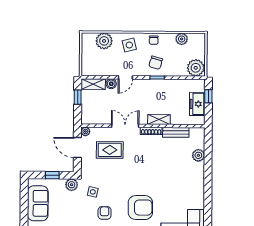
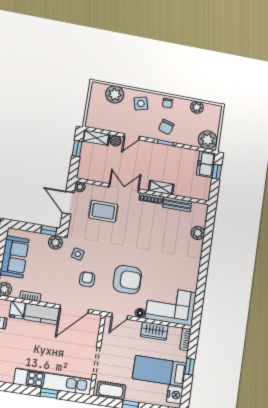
freezer: (197, 104) -> (206, 164), moved
window: (52, 175) -> (49, 230), moved

